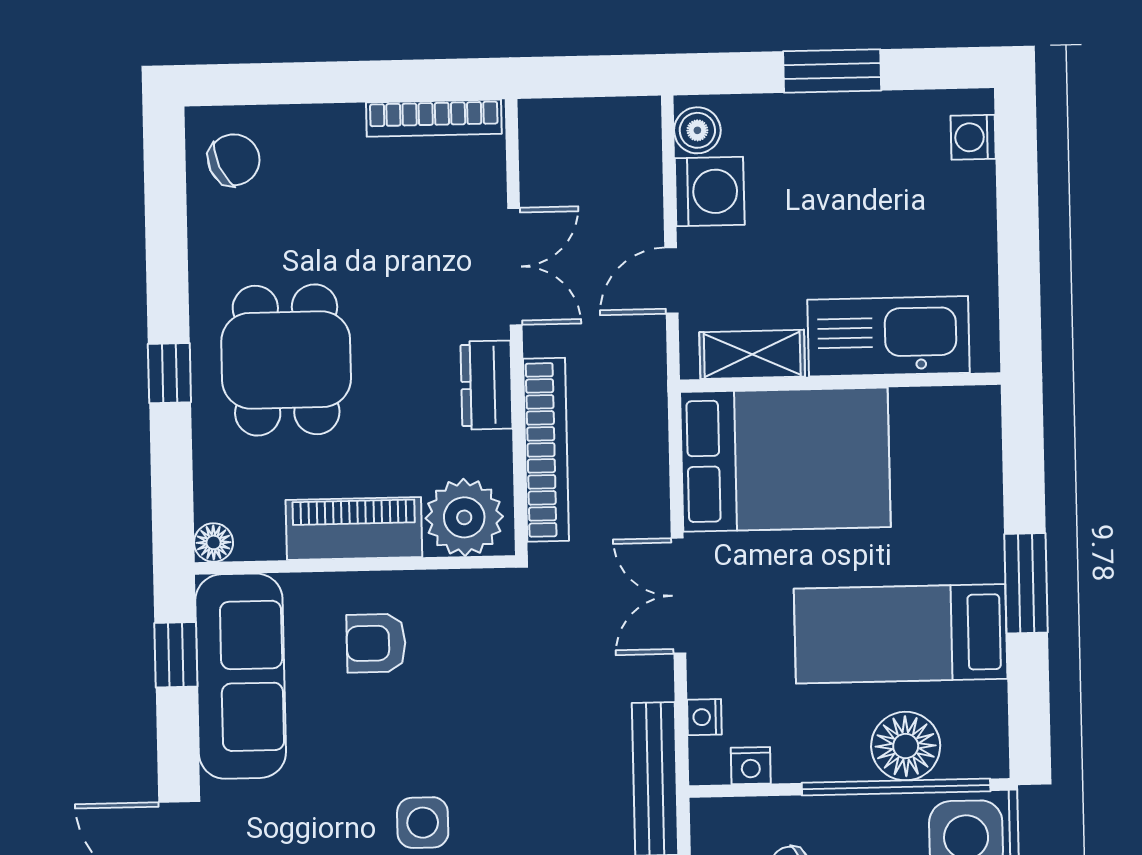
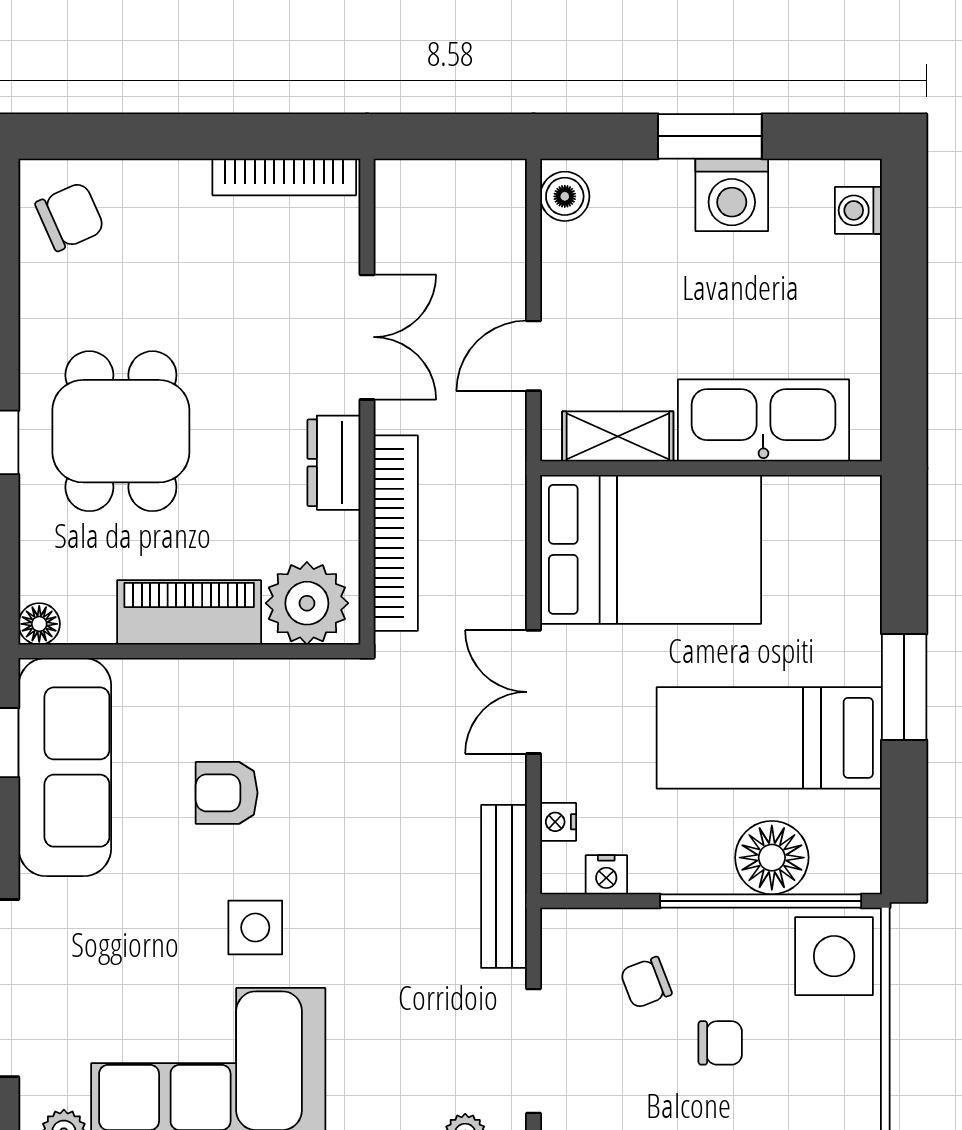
washing machine: (710, 191) -> (732, 195), moved, turned 90
armchair: (376, 643) -> (227, 793), moved

